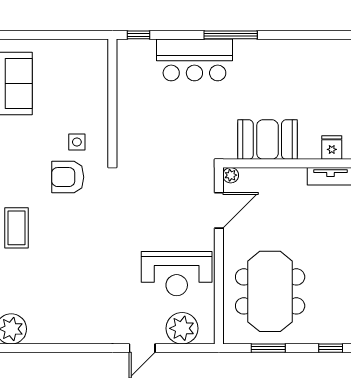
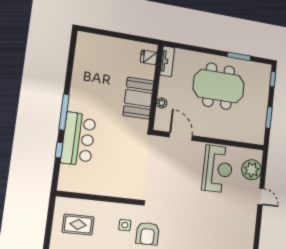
window: (138, 35) -> (59, 150), moved
rug: (71, 75) -> (78, 225), added
plant: (231, 175) -> (162, 103), moved
meeting table: (270, 291) -> (219, 86), moved

